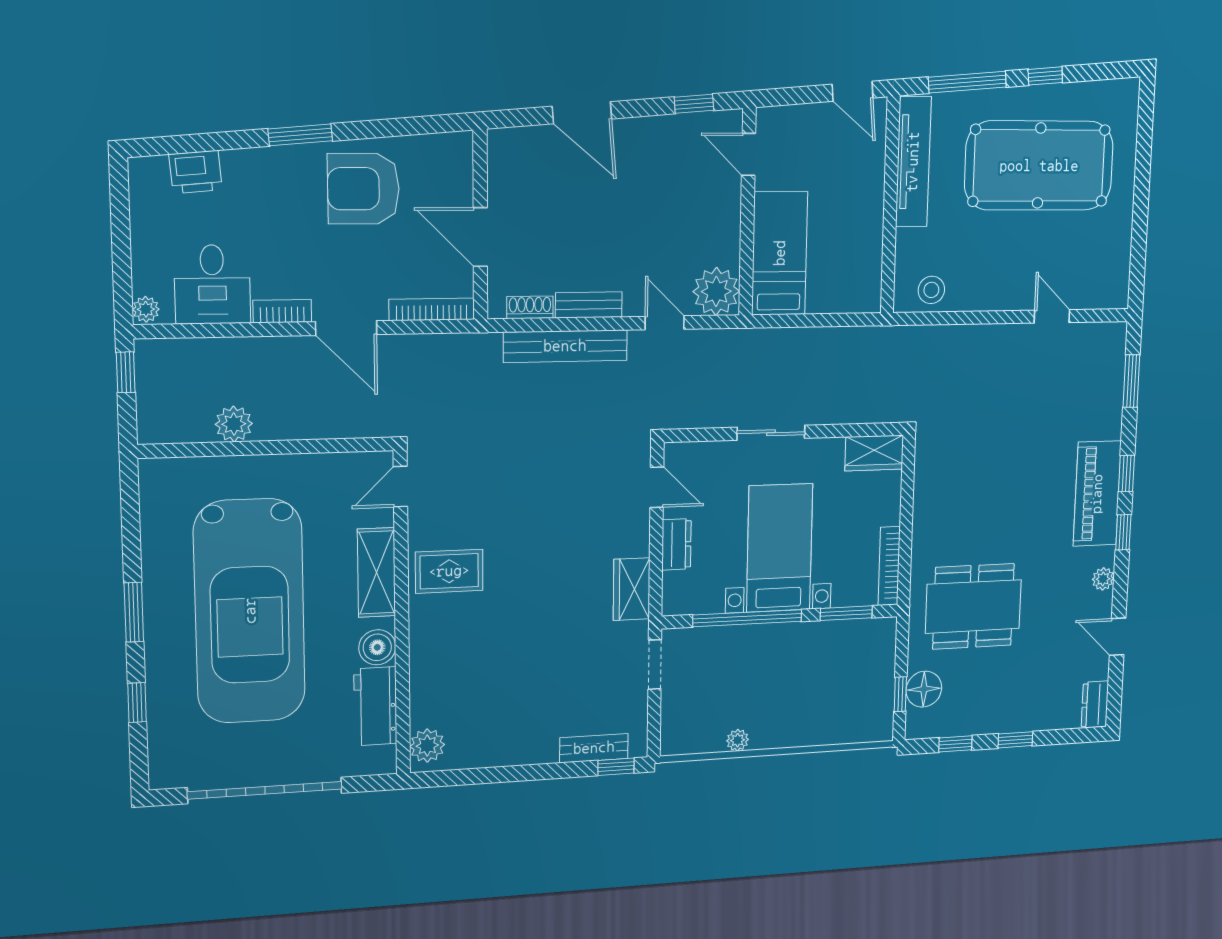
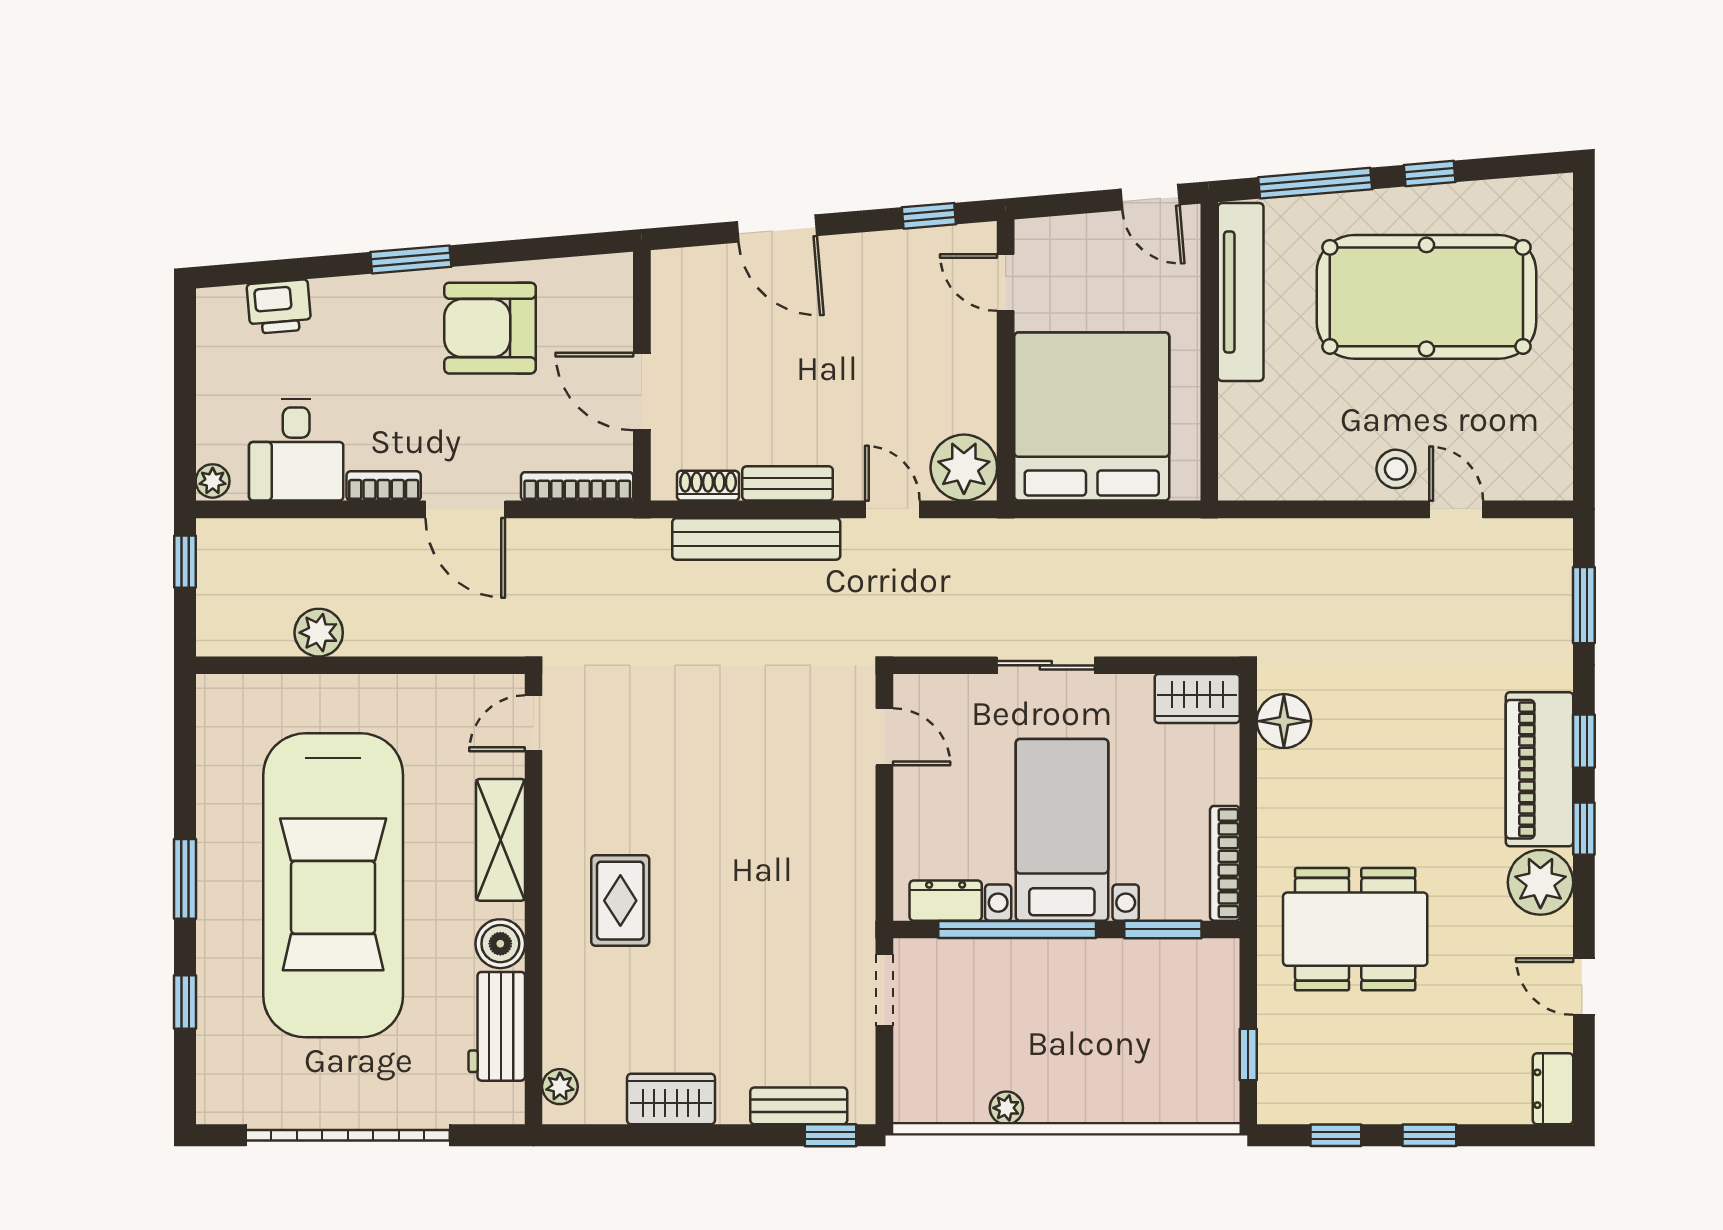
bed: (780, 253) -> (1092, 417), width x2.04
stool: (931, 290) -> (1396, 469), moved
dresser: (677, 544) -> (946, 901), moved, turned -90
rug: (449, 571) -> (620, 901), moved, turned 90
plant: (1103, 579) -> (1540, 882), width x1.87, depth x1.87
wardrobe: (632, 589) -> (671, 1099), moved, turned 90
floor lamp: (924, 689) -> (1284, 721), moved
plant: (427, 746) -> (560, 1087), width x0.73, depth x0.73

